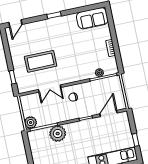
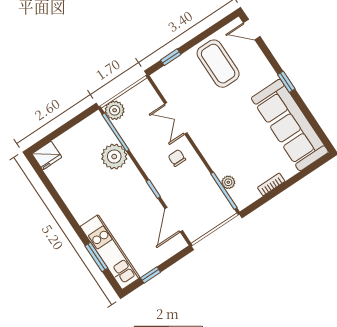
sofa: (92, 18) -> (290, 125), width x1.85, depth x1.27
coffee table: (41, 61) -> (218, 64), moved
door: (109, 113) -> (174, 220), swing flipped

